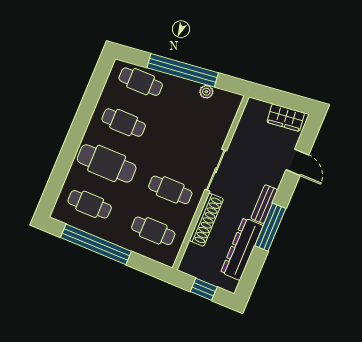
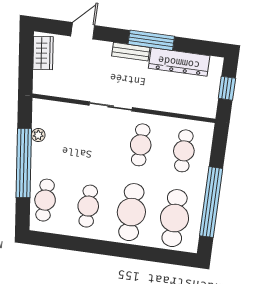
cafe table: (90, 204) -> (175, 218), width x1.37, depth x1.35
shoe rack: (206, 220) -> (160, 103), removed

